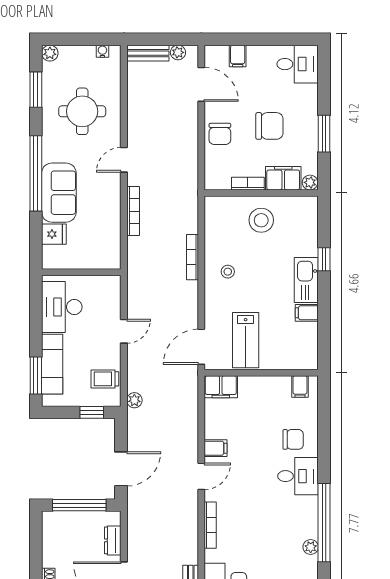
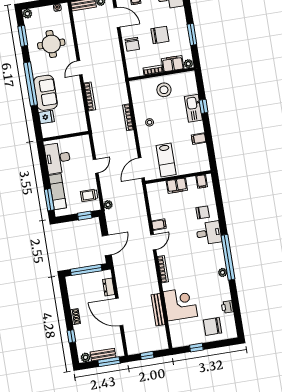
kitchen sink: (306, 280) -> (193, 108), moved
filing cabinet: (221, 387) -> (177, 186), moved

